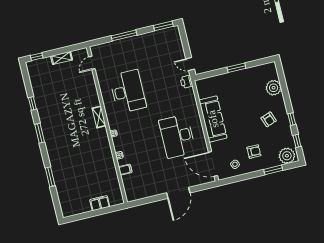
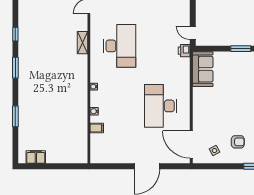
shelving: (99, 117) -> (82, 43), moved
sofa: (213, 119) -> (203, 69), moved, width x0.73
filing cabinet: (100, 203) -> (36, 157), moved

